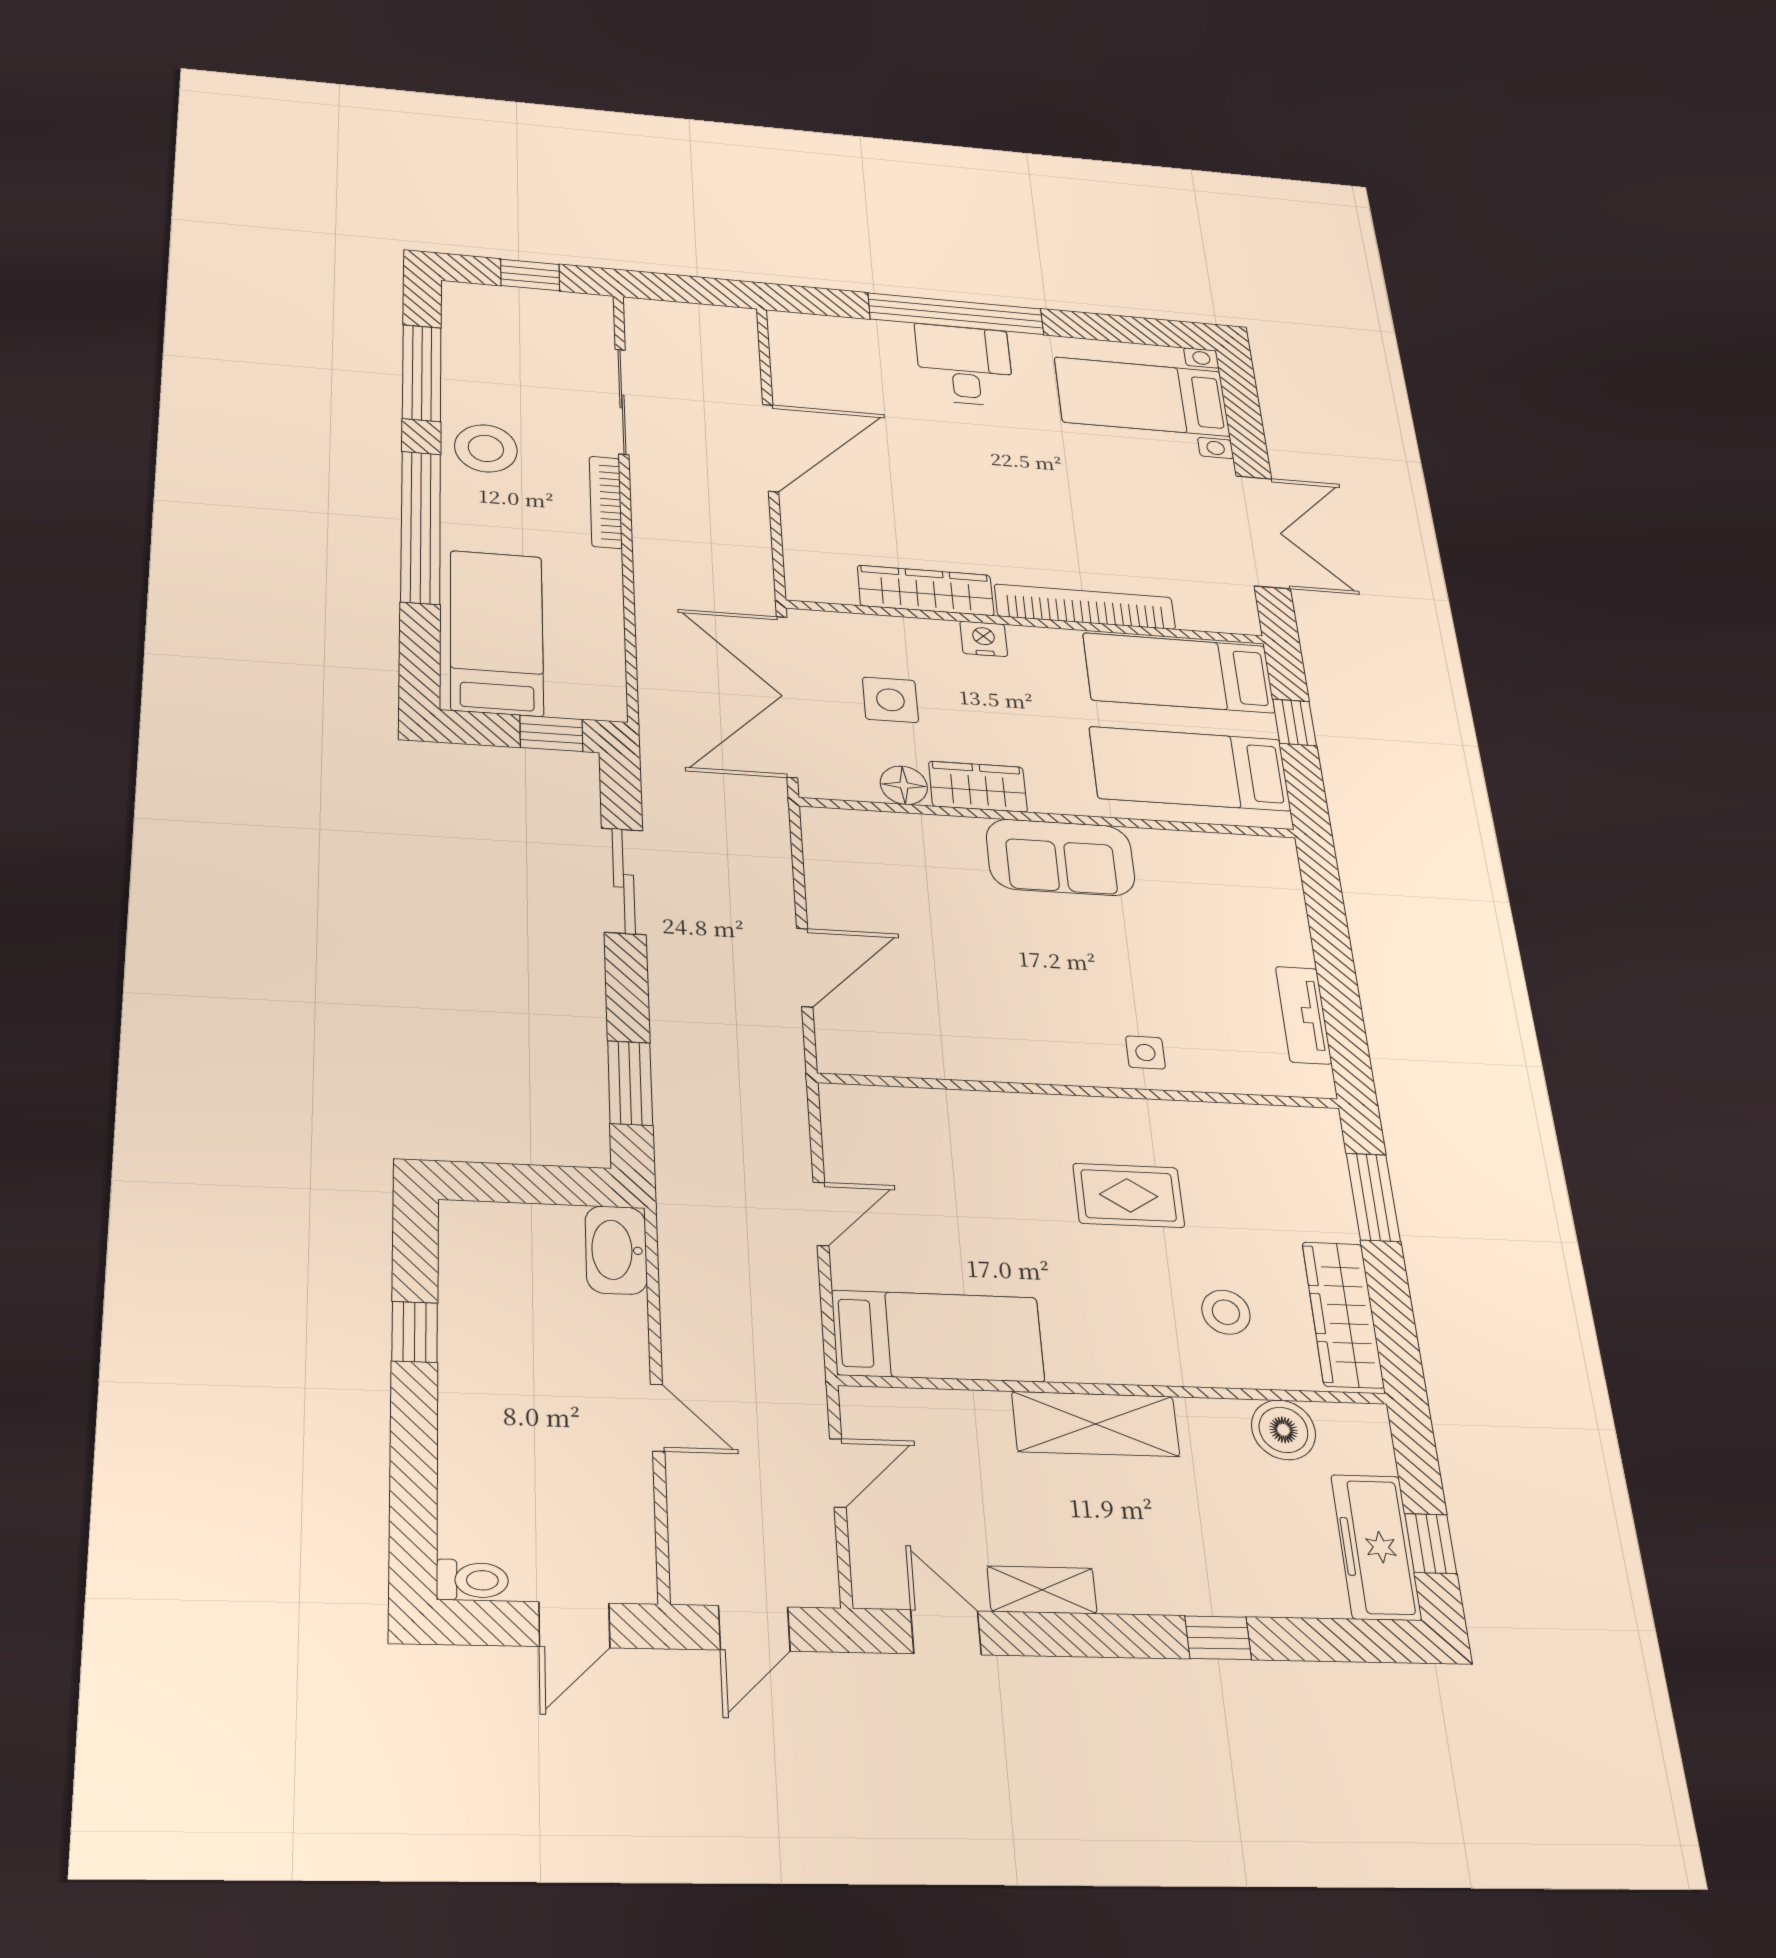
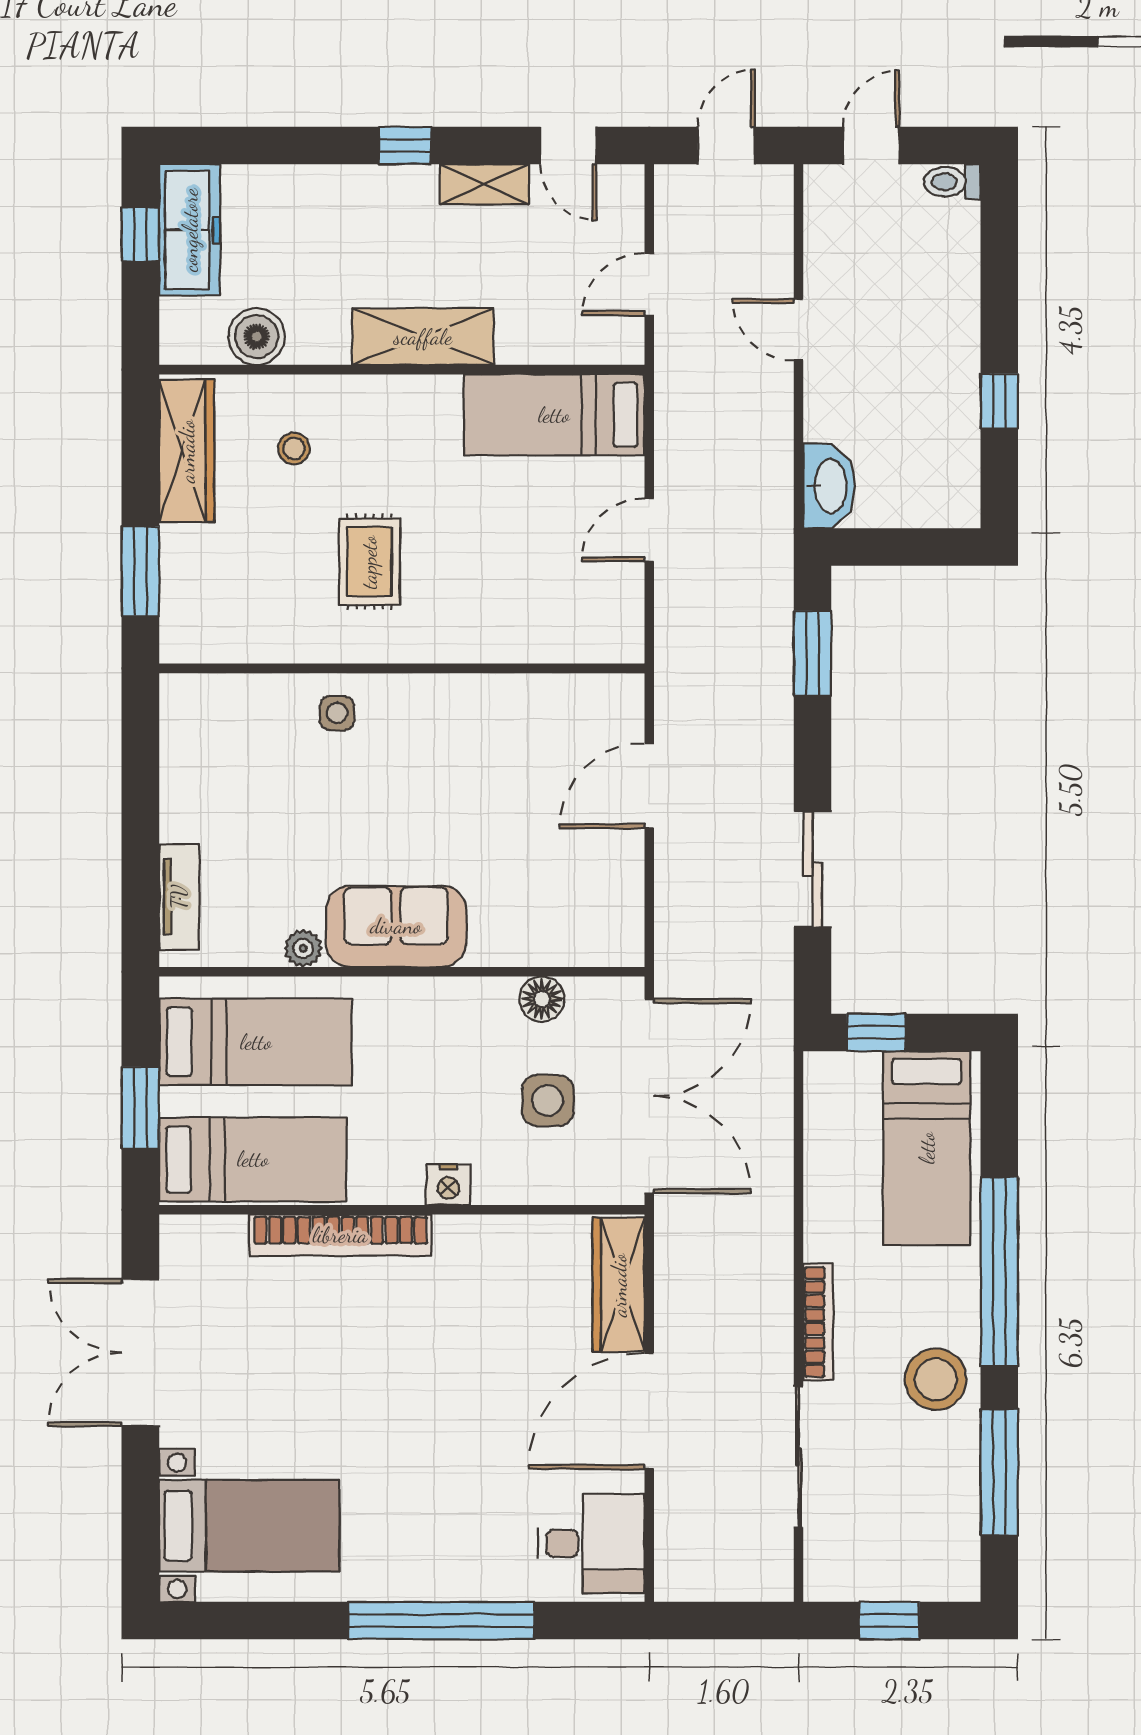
desk: (964, 365) -> (591, 1544), moved, turned -90
wardrobe: (926, 590) -> (619, 1285), moved, turned 90
window: (1295, 722) -> (140, 1108), width x1.50
wardrobe: (978, 787) -> (469, 1003), removed
plant: (1153, 844) -> (303, 948), added
tv unit: (1303, 1015) -> (179, 897), moved
rug: (1129, 1195) -> (369, 562), turned 90
stool: (1226, 1312) -> (294, 448), width x0.73, depth x0.73
window: (1218, 1638) -> (405, 146), moved

